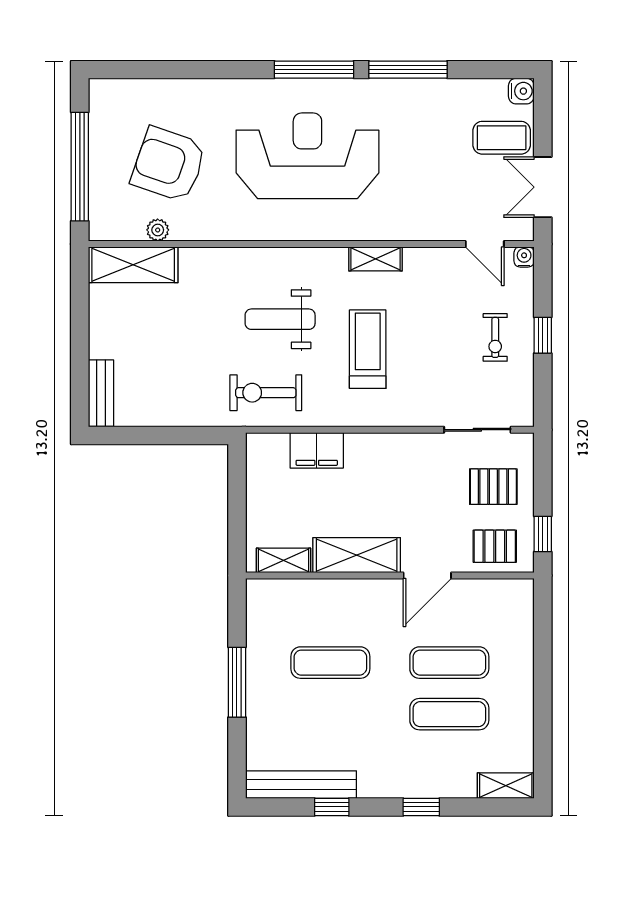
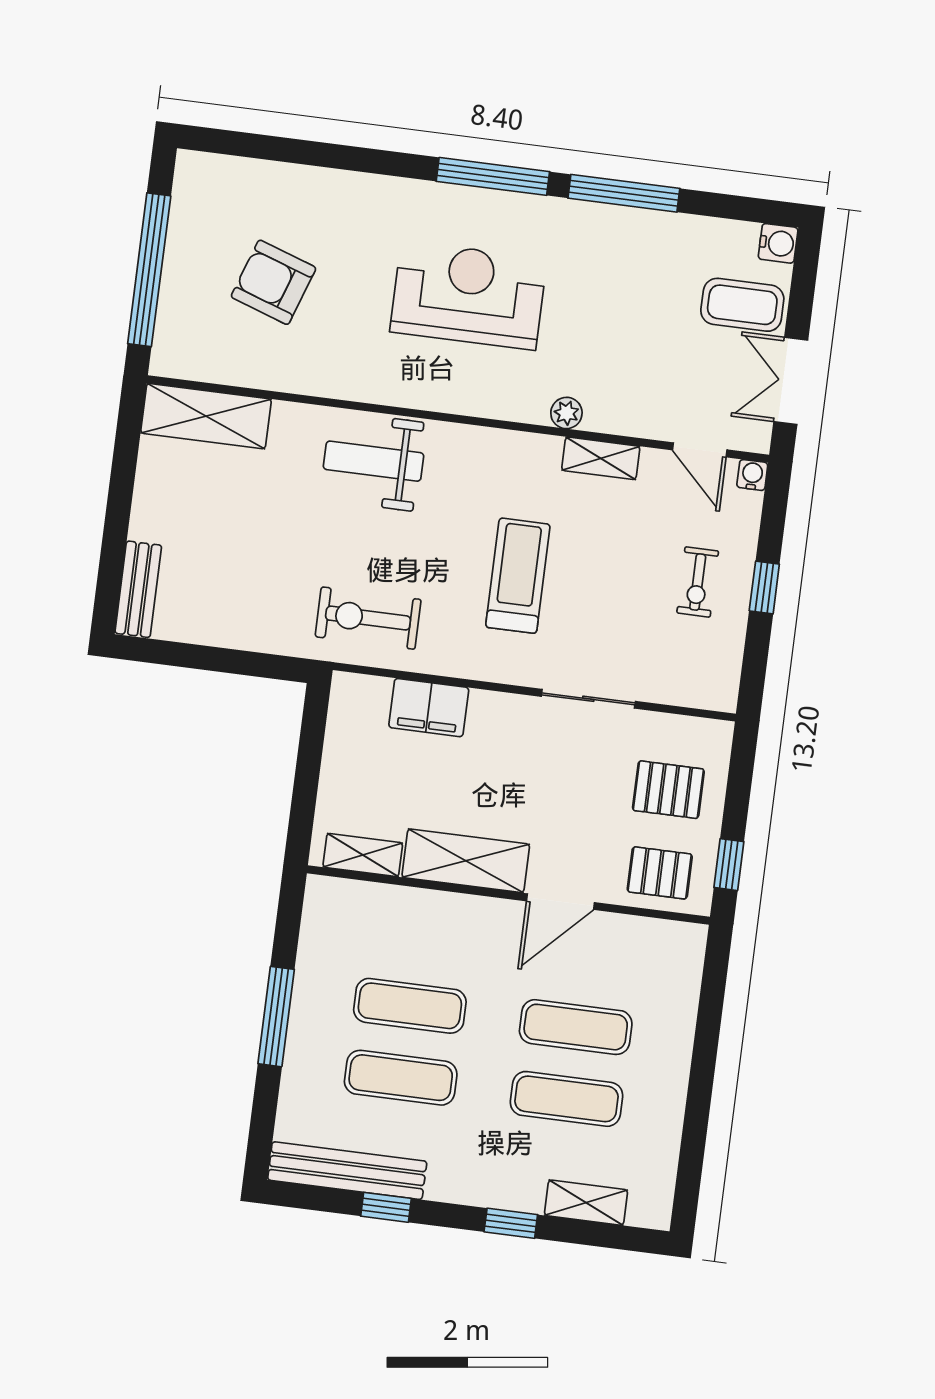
reception desk: (307, 156) -> (468, 295), width x0.74, depth x0.77
armchair: (169, 164) -> (273, 282), width x0.73, depth x0.73
plant: (158, 230) -> (566, 413), moved
shelving: (376, 259) -> (601, 458), moved
weight bench: (280, 319) -> (374, 461), moved
sliding door: (477, 430) -> (588, 699), moved
exercise mat: (330, 714) -> (401, 1078), added
shelving: (506, 786) -> (586, 1203), moved

